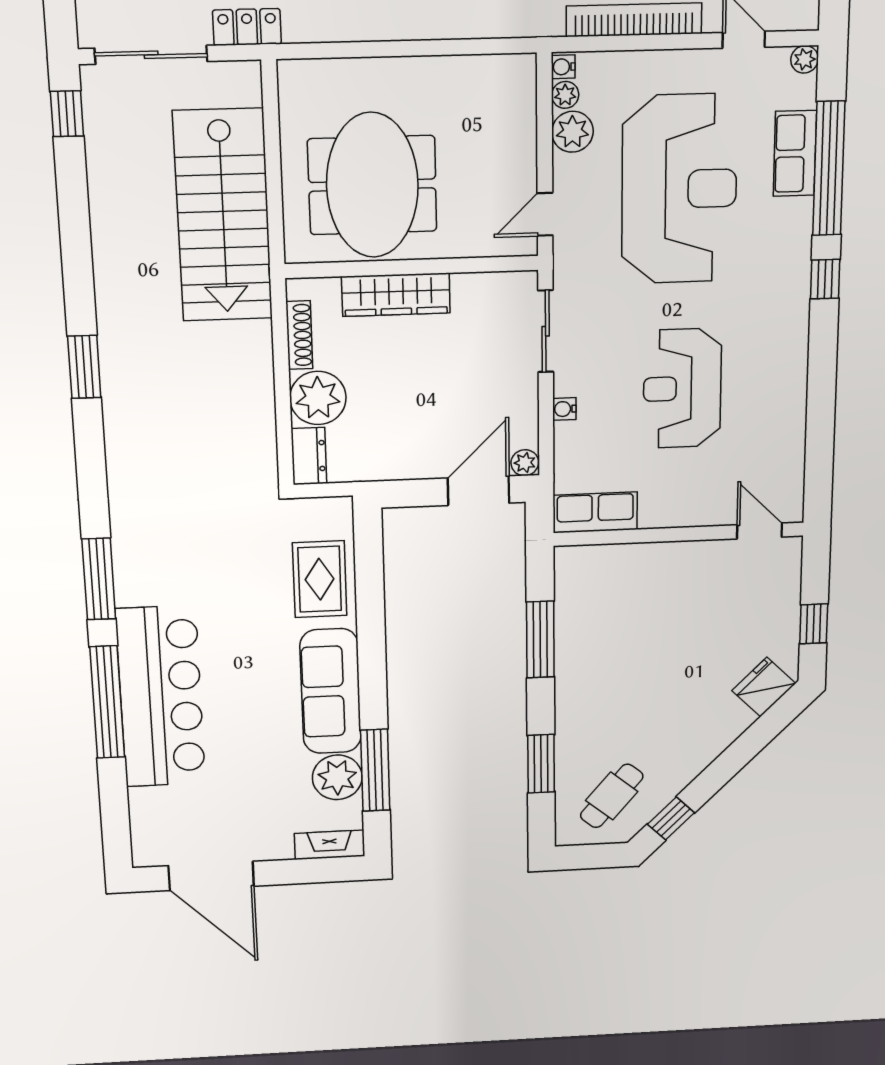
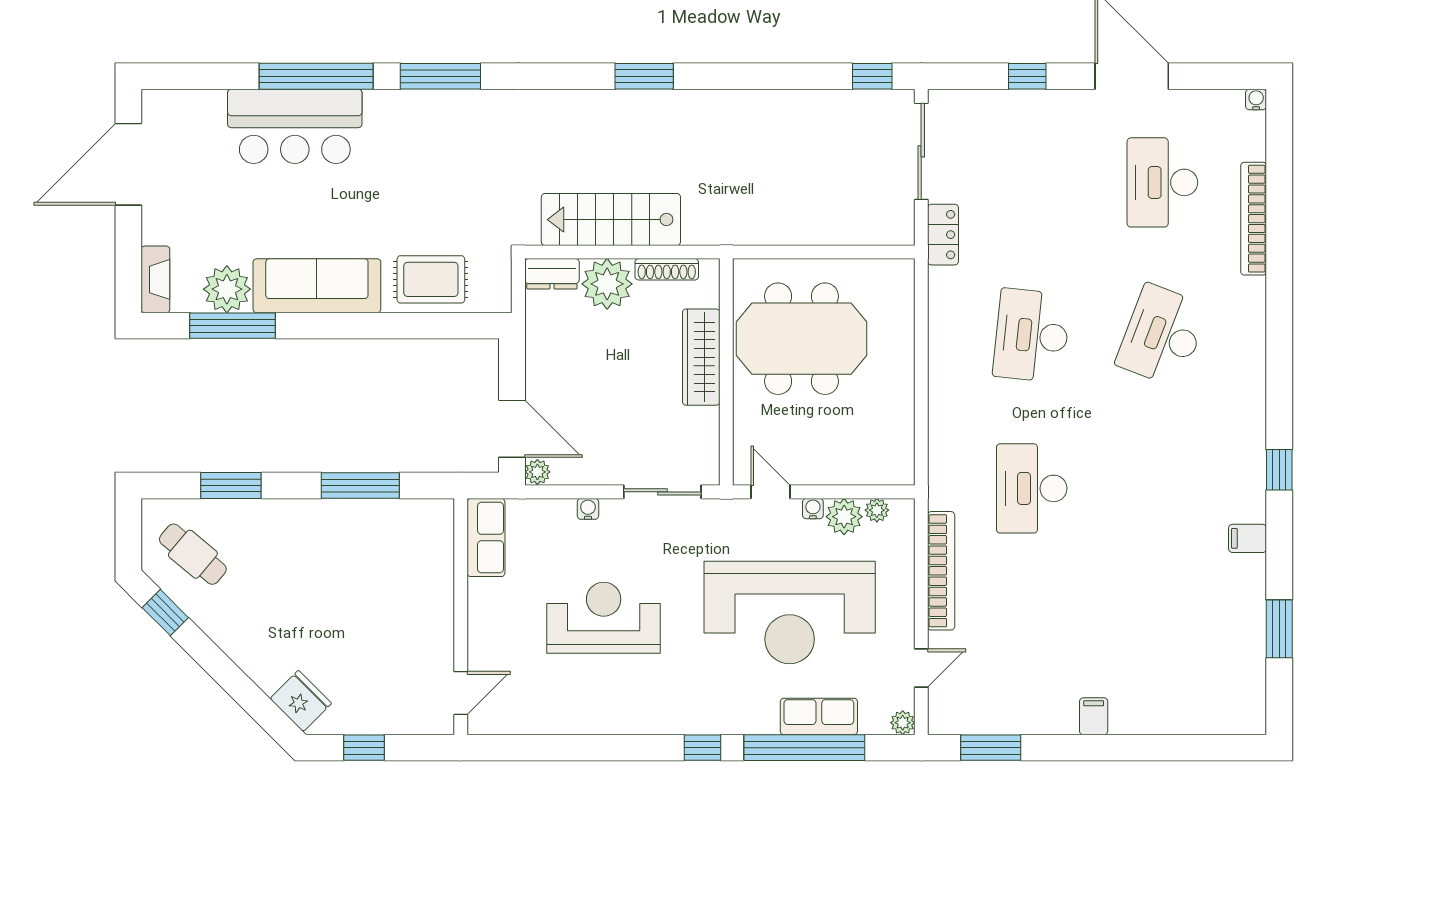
water cooler: (563, 67) -> (813, 509), moved
stairs: (223, 216) -> (611, 220), moved, width x0.73, depth x0.66
bar counter: (161, 697) -> (295, 126), width x0.73

